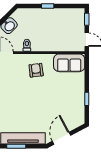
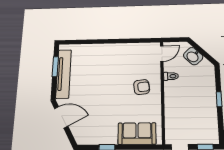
sofa: (69, 63) -> (137, 134), moved, turned 90

